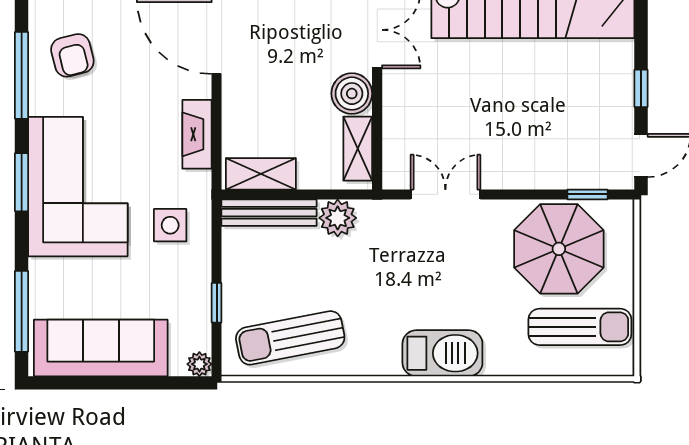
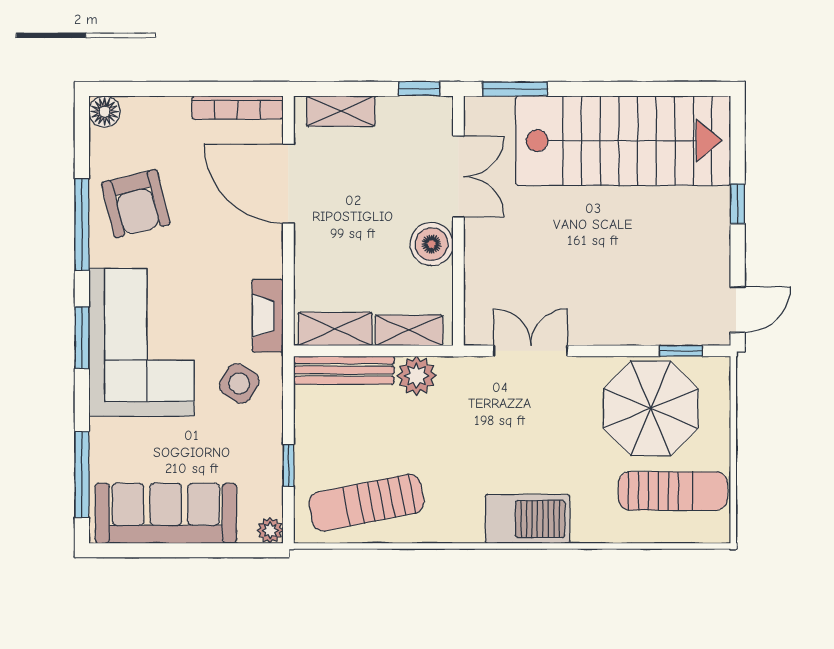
armchair: (72, 55) -> (136, 204), width x1.38, depth x1.38
window: (641, 88) -> (738, 204), moved
fireplace: (197, 134) -> (268, 316), moved
shelving: (358, 149) -> (409, 330), moved, turned 90
side table: (170, 225) -> (239, 383), turned 31

